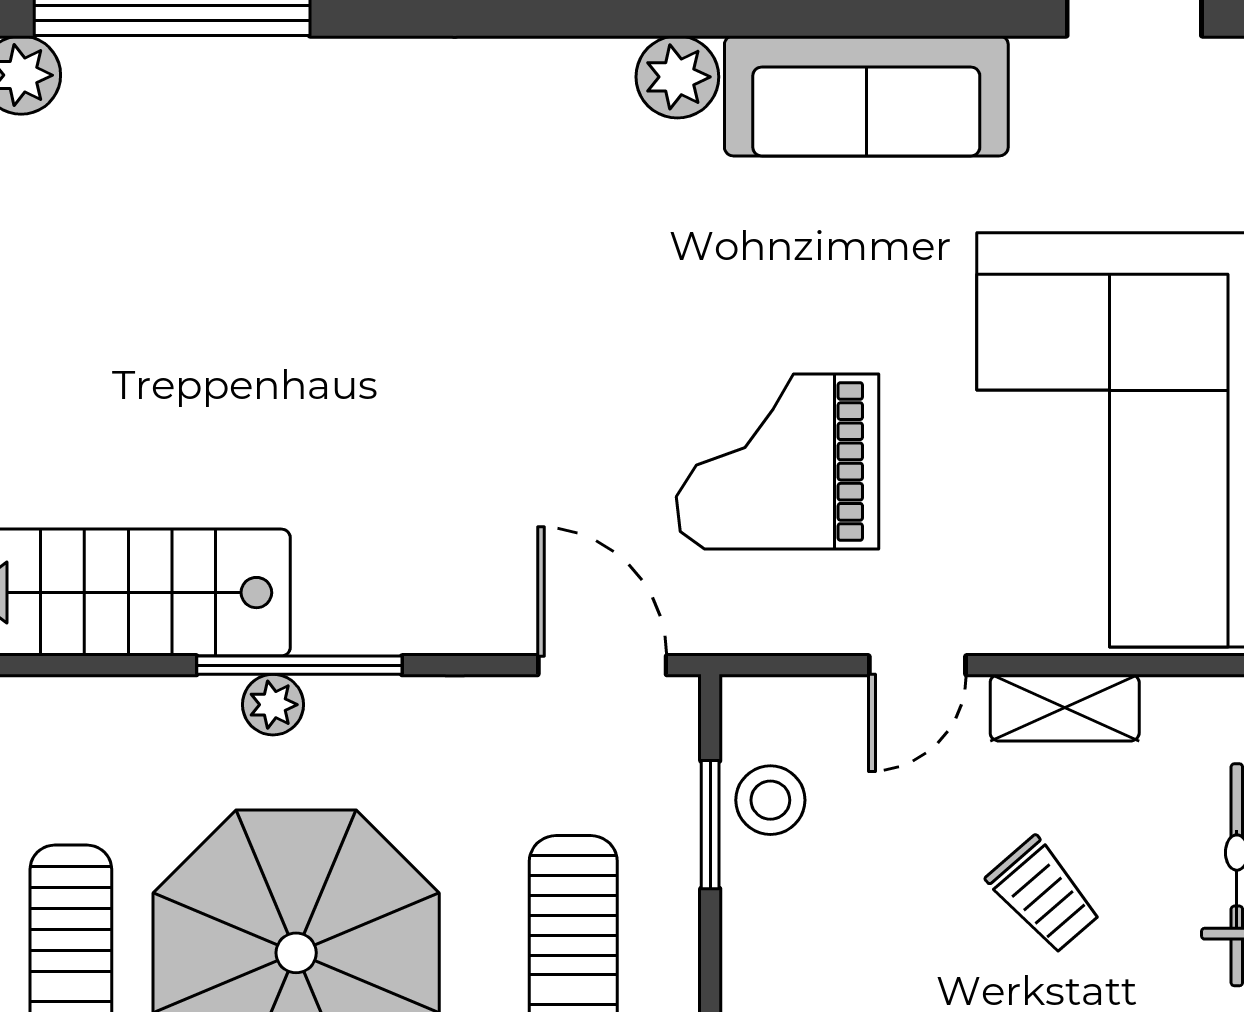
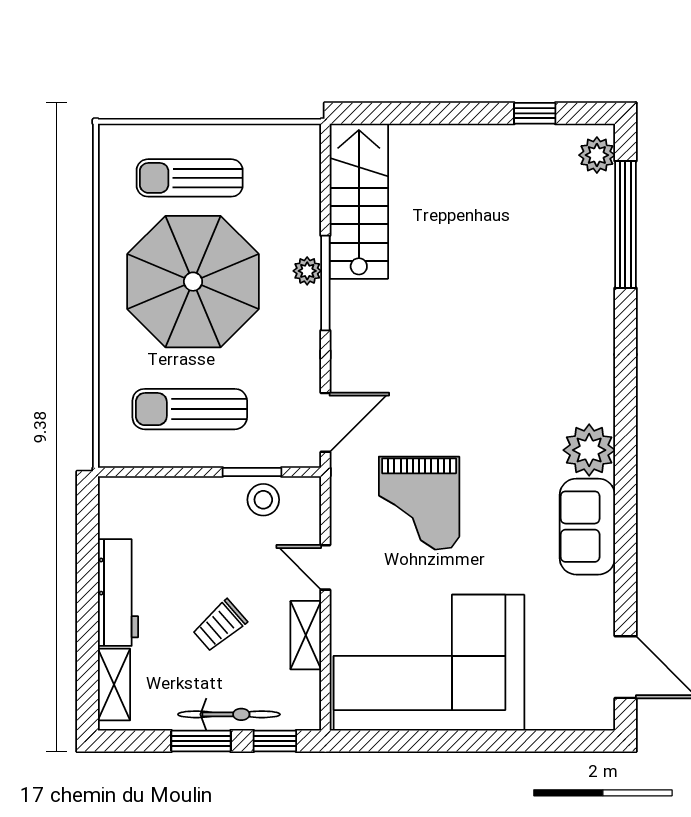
plant: (677, 77) -> (589, 450), width x1.36, depth x1.36
sofa: (866, 96) -> (587, 527), width x0.73
grand piano: (778, 461) -> (419, 503), turned 180

